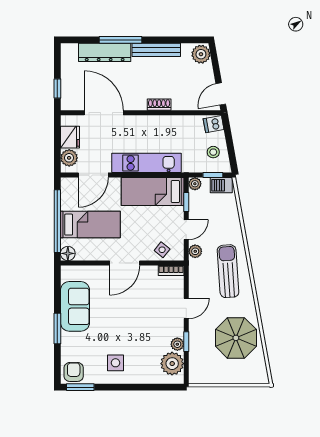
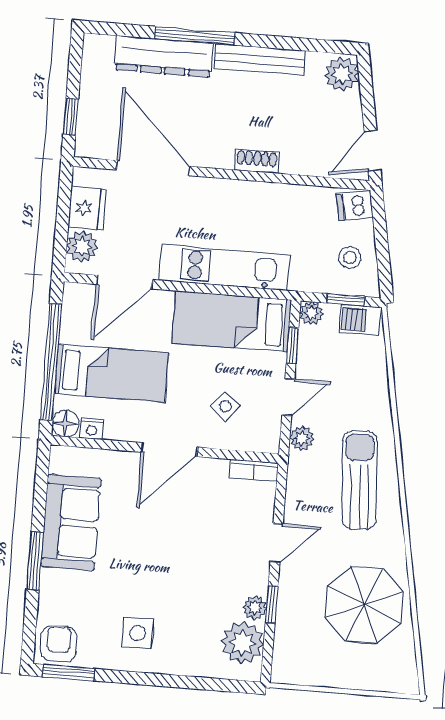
side table: (162, 250) -> (225, 406), moved
nightstand: (82, 255) -> (92, 429), added

